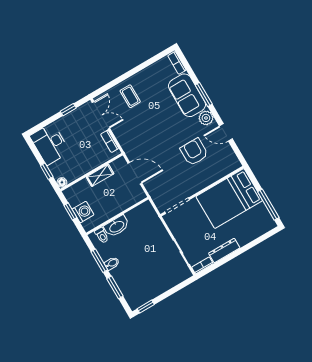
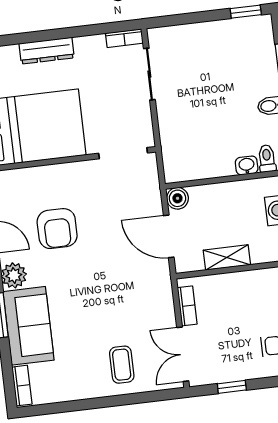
boiler: (139, 195) -> (178, 198), added
washbasin: (117, 226) -> (247, 165), width x0.52, depth x0.69
dresser: (224, 251) -> (47, 51), moved

